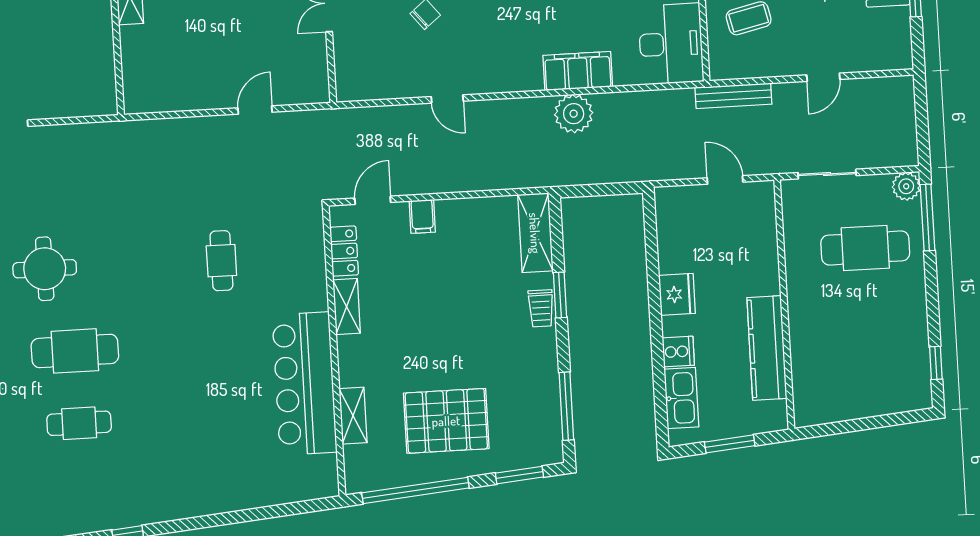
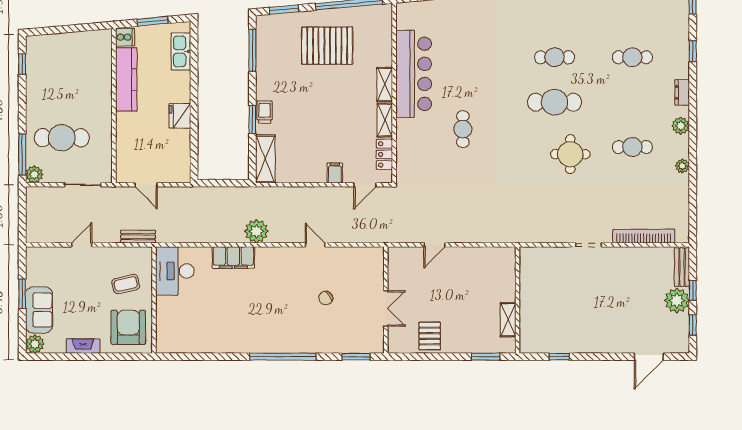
bench: (733, 96) -> (138, 237), width x0.73
plant: (574, 114) -> (256, 231), moved
cafe table: (221, 261) -> (463, 129), moved
cooker: (678, 352) -> (125, 37), moved, turned 180
shelving: (353, 416) -> (385, 84), moved

